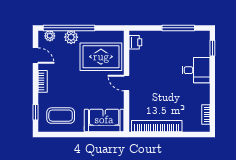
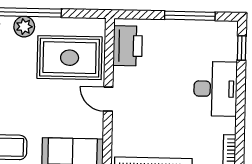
printer: (135, 42) -> (128, 46), width x1.87, depth x1.48
desk: (196, 70) -> (215, 89), width x1.37

